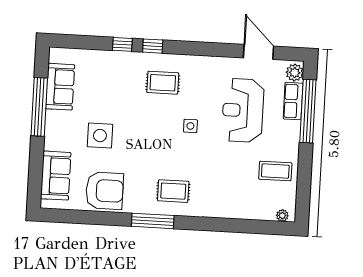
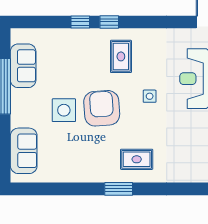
rug: (163, 83) -> (121, 56), turned 90
armchair: (105, 191) -> (102, 108), moved, turned -94
window: (153, 221) -> (119, 189), width x0.69

